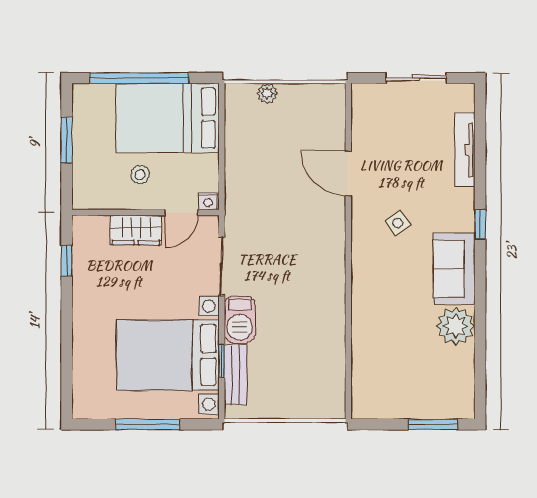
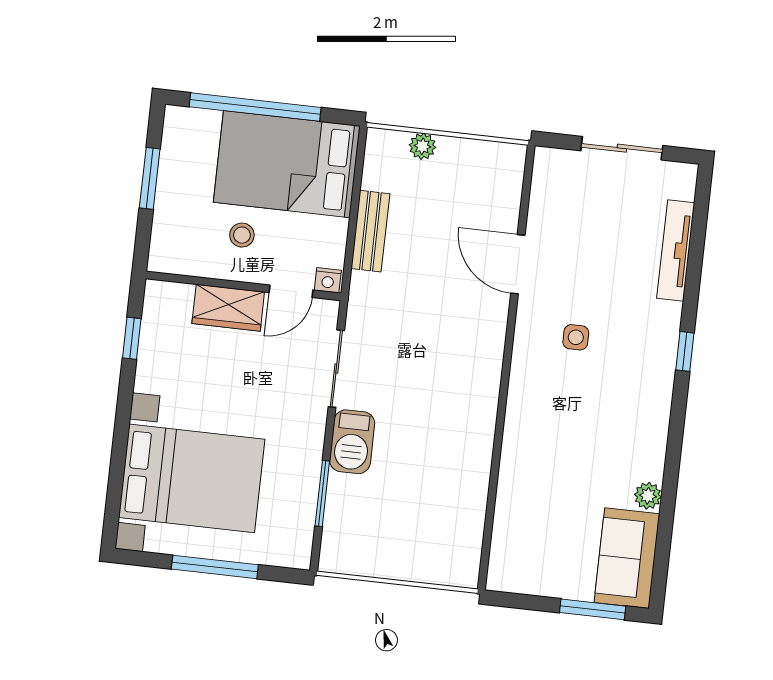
side table: (398, 223) -> (576, 337), turned 36
sofa: (454, 269) -> (627, 558), moved
plant: (456, 326) -> (648, 496), width x0.53, depth x0.53
bed with nightstands: (168, 355) -> (192, 478), moved, turned 180
window: (222, 361) -> (322, 493), width x1.50
bench: (236, 375) -> (370, 231), moved

